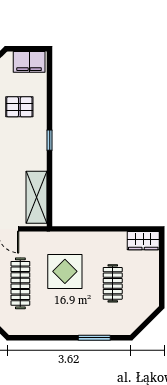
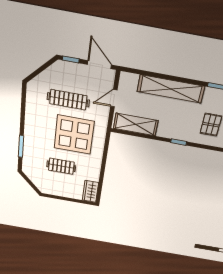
display table: (65, 271) -> (74, 135), width x1.36, depth x1.36

